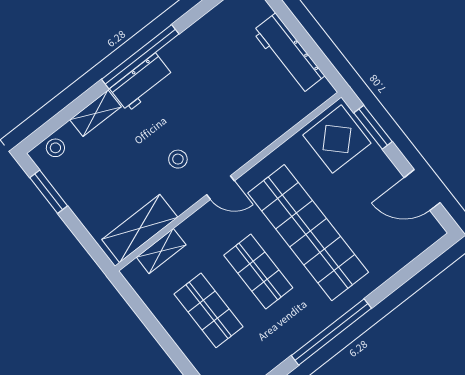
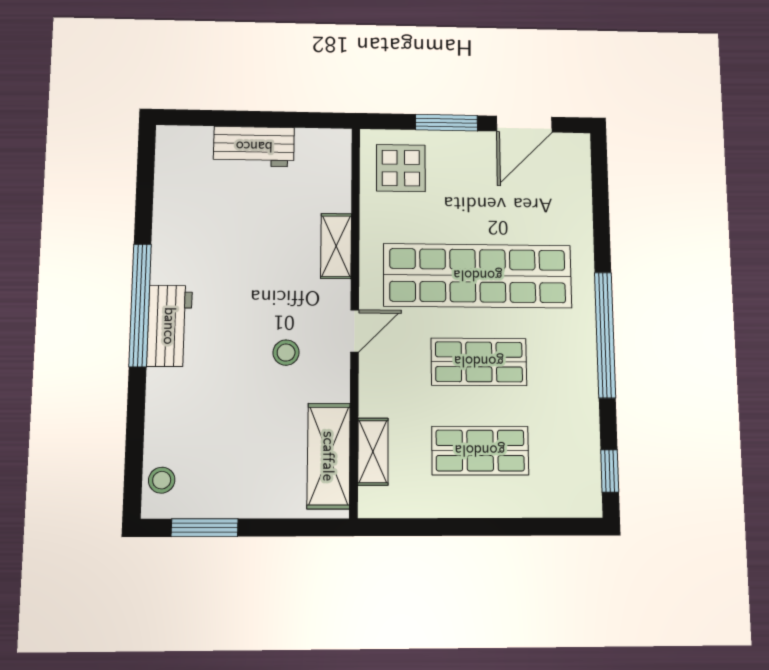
workbench: (289, 54) -> (254, 147), width x0.73
shelving: (96, 113) -> (336, 246), moved
window: (373, 127) -> (446, 123), moved
display table: (337, 139) -> (401, 168), width x0.73, depth x0.73

